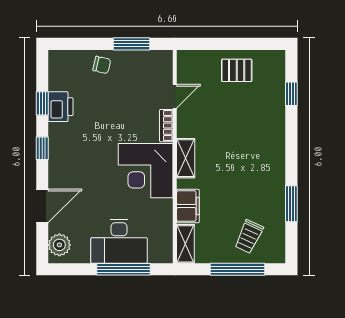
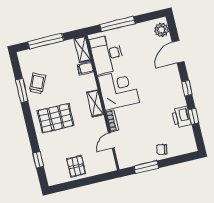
pallet: (237, 70) -> (76, 166), turned 90
pallet: (250, 150) -> (56, 118), added
filing cabinet: (188, 206) -> (85, 68), width x0.50
trolley: (249, 237) -> (38, 83), moved
desk: (119, 241) -> (107, 54), moved, turned -90

